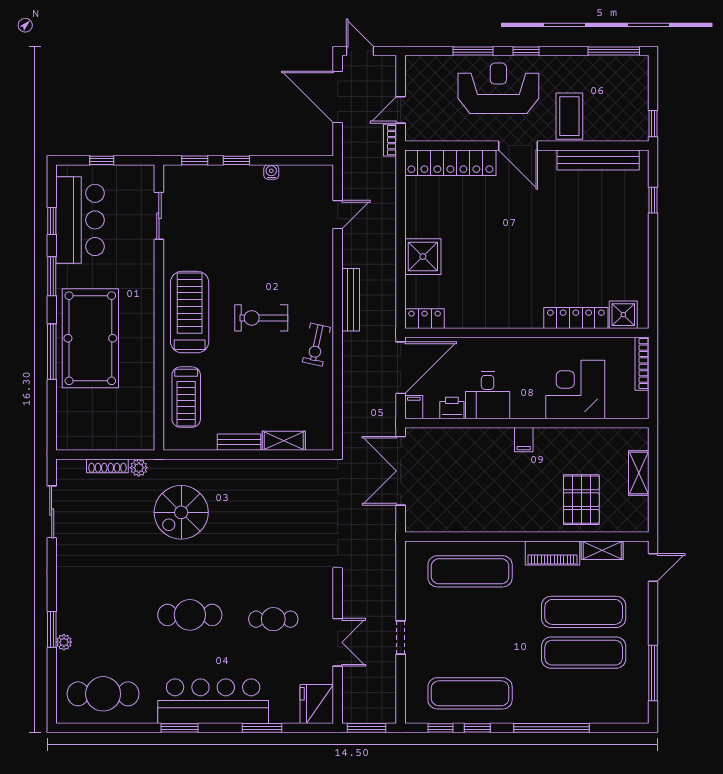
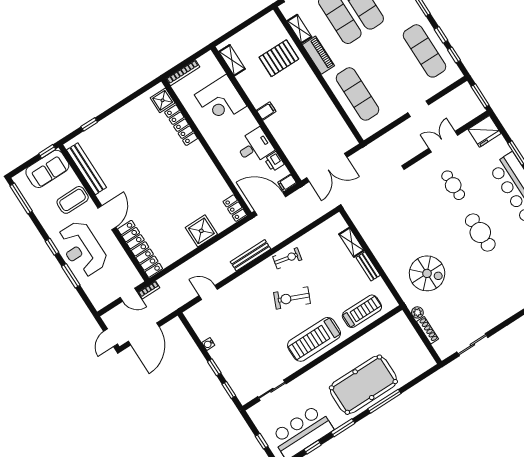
sofa: (630, 109) -> (47, 169), added
exercise bike: (261, 318) -> (292, 298), turned 113
shelving: (639, 473) -> (232, 60), moved, turned 90

